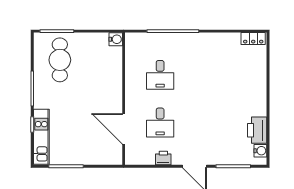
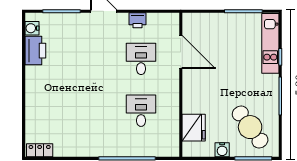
water cooler: (116, 39) -> (222, 150), moved, turned -90
fridge: (112, 59) -> (194, 128), added
cafe table: (60, 60) -> (250, 127), turned -36

